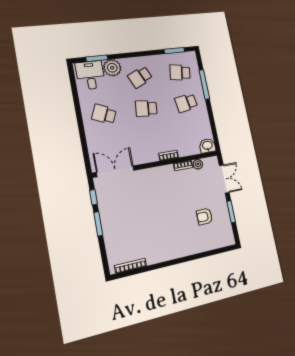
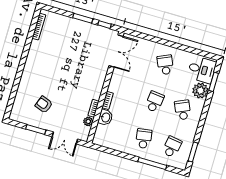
school desk: (104, 114) -> (165, 65), turned -48
washbasin: (207, 146) -> (105, 117), moved
armchair: (204, 217) -> (44, 105), turned -70

